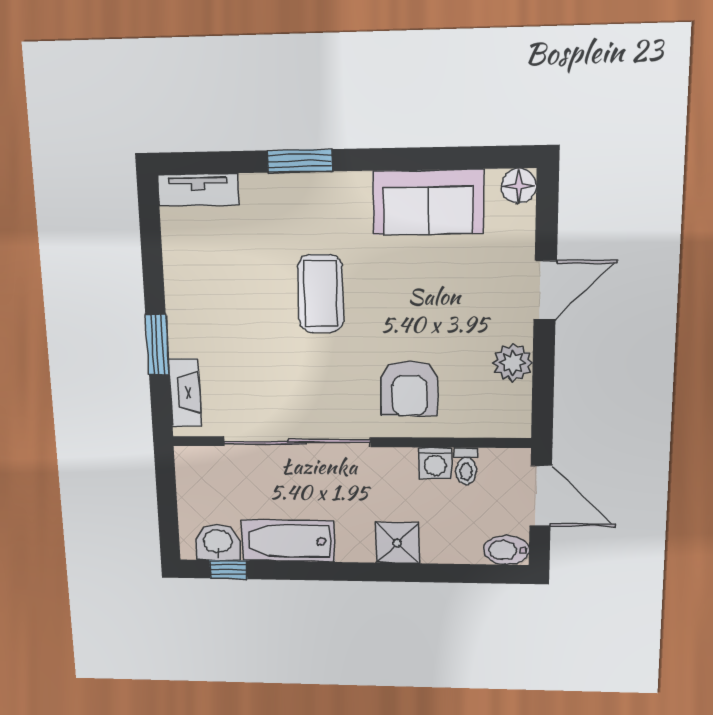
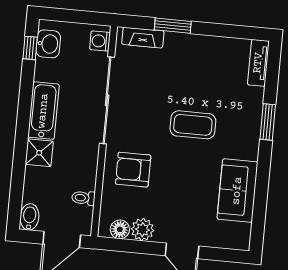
floor lamp: (519, 186) -> (120, 229), moved
washing machine: (435, 463) -> (100, 41), moved
bathtub: (288, 541) -> (43, 111), moved

